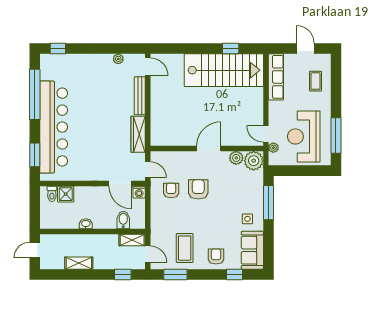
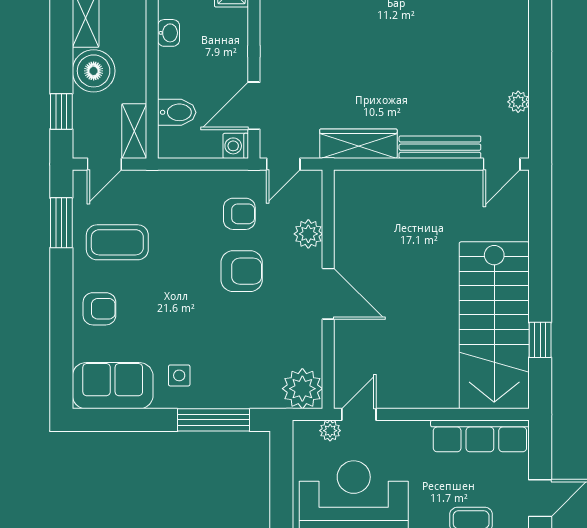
plant: (236, 158) -> (308, 234), moved
boiler: (104, 259) -> (94, 71), added
window: (234, 274) -> (61, 348), removed

